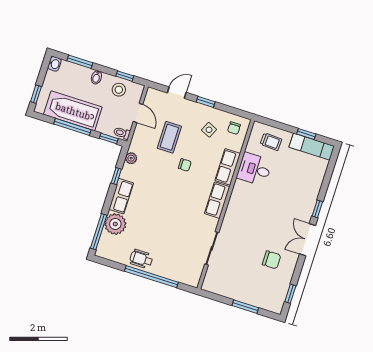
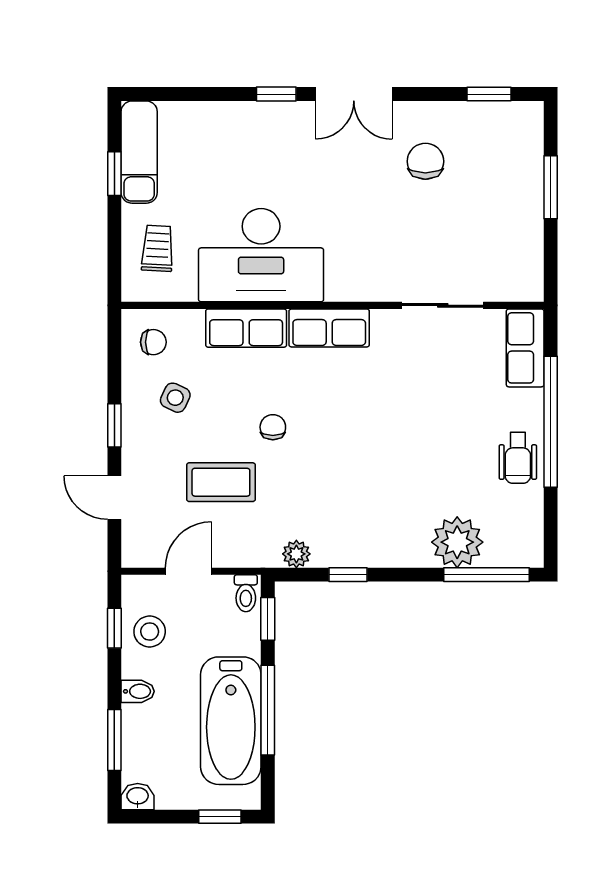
desk: (254, 169) -> (261, 255), width x1.87, depth x1.30
row of seats: (121, 196) -> (525, 348), moved, turned -90

